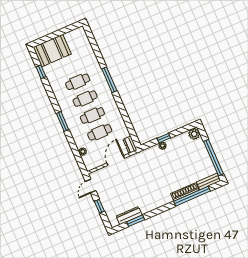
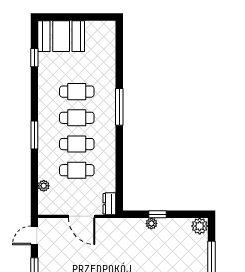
door: (116, 161) -> (82, 216), swing flipped

